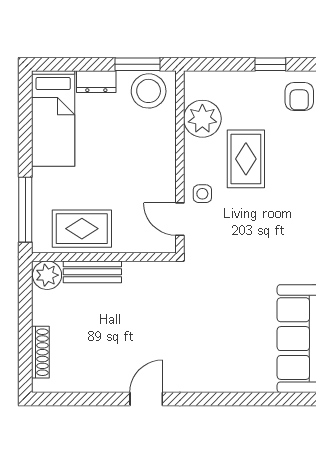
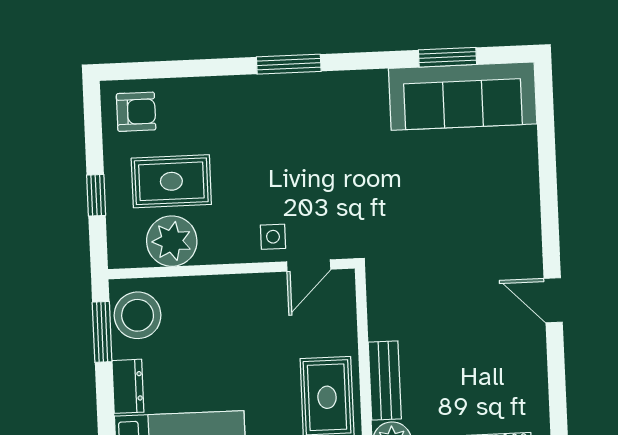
window: (270, 64) -> (96, 195), moved
rug: (246, 159) -> (171, 181), moved

